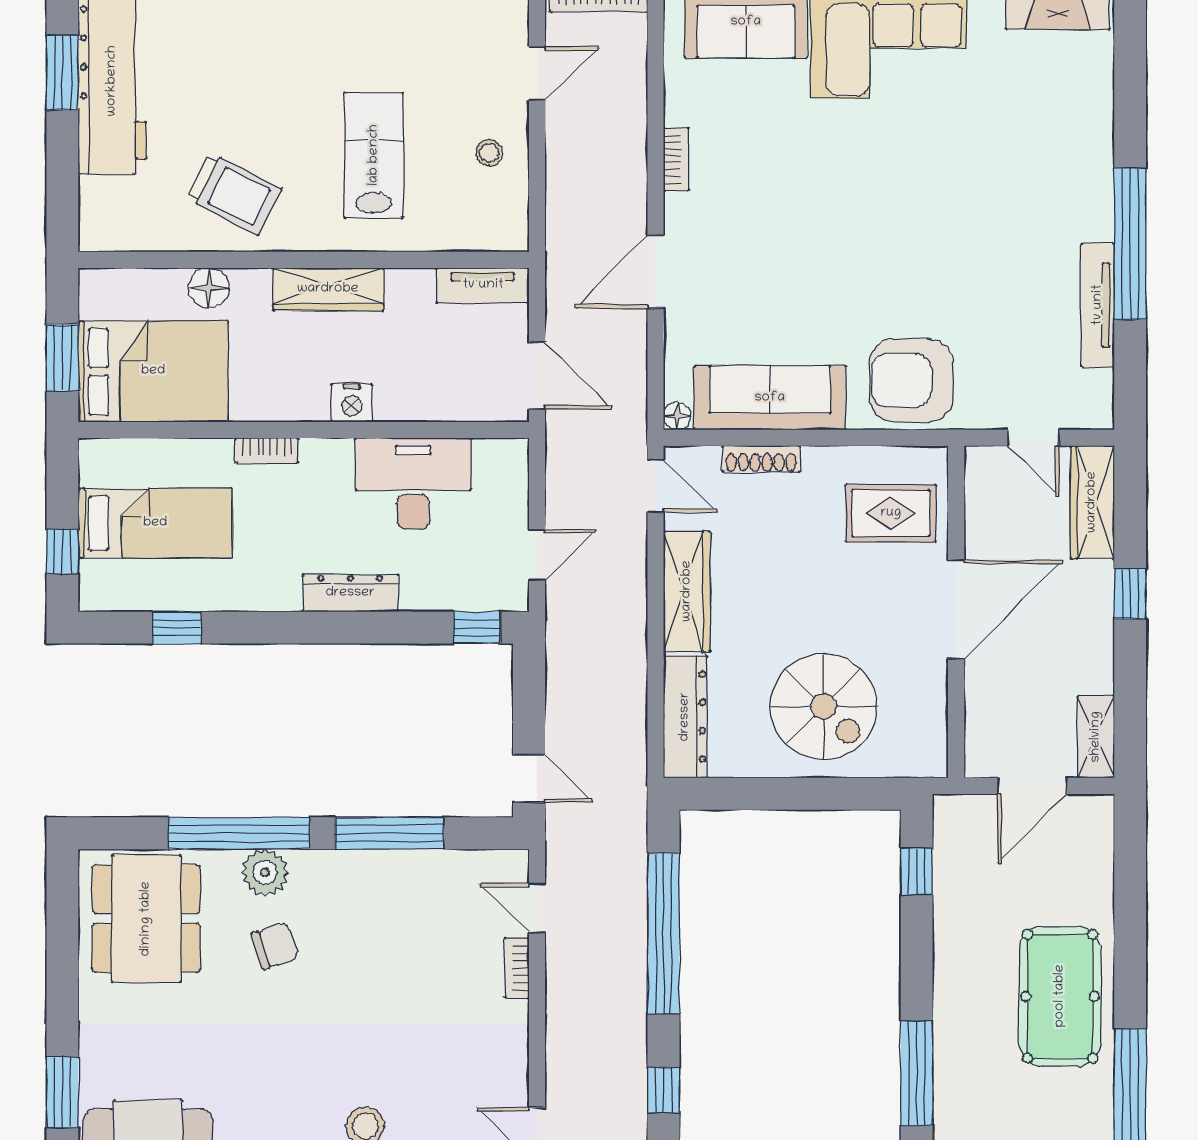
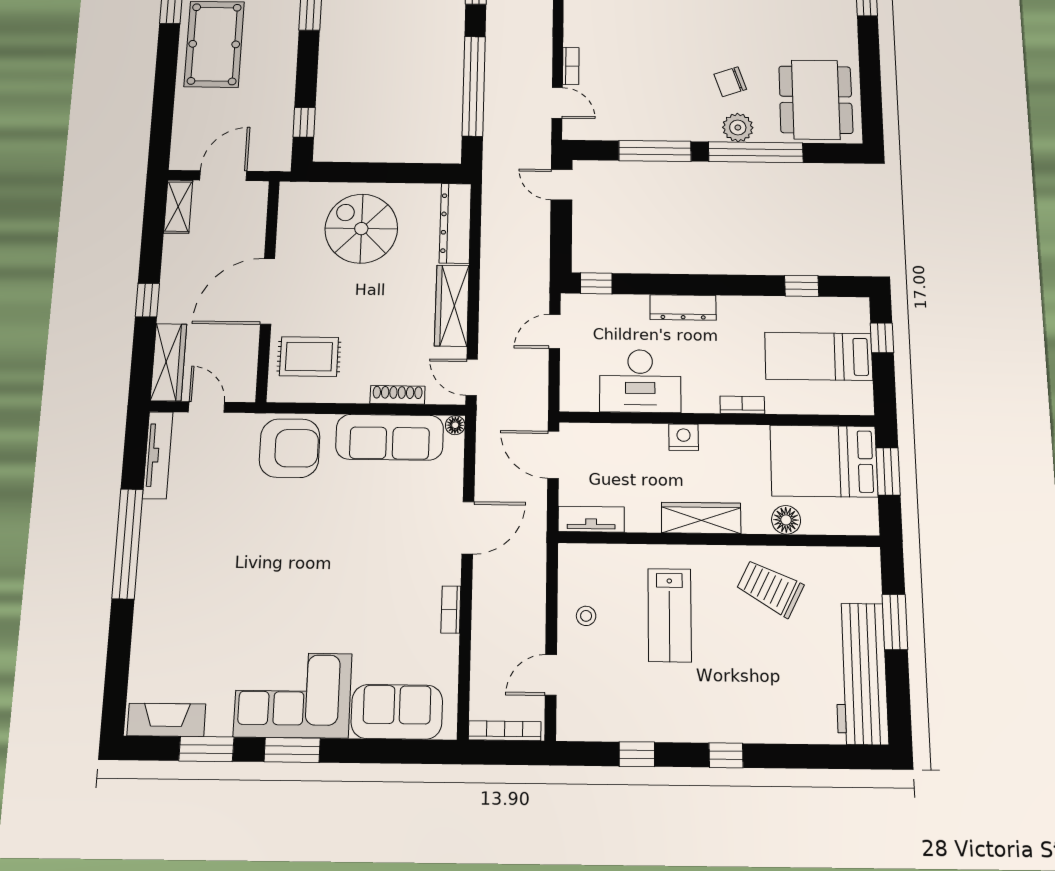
window: (62, 73) -> (895, 622), moved
tv unit: (1098, 305) -> (158, 455), moved

